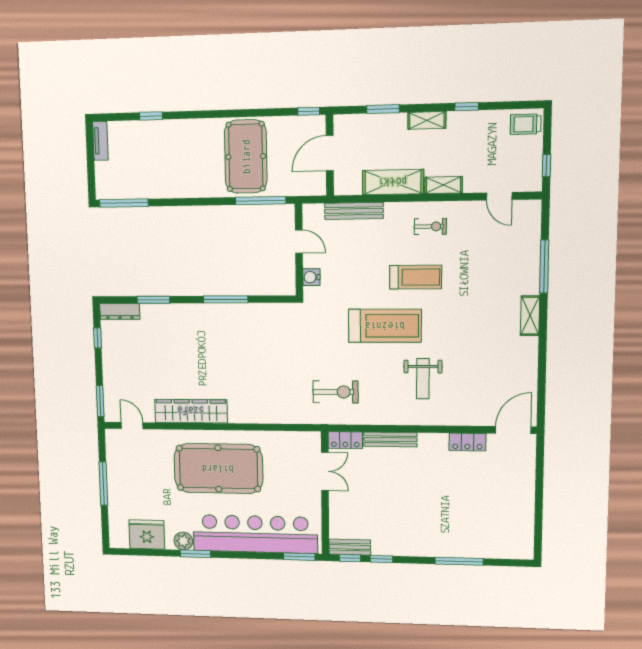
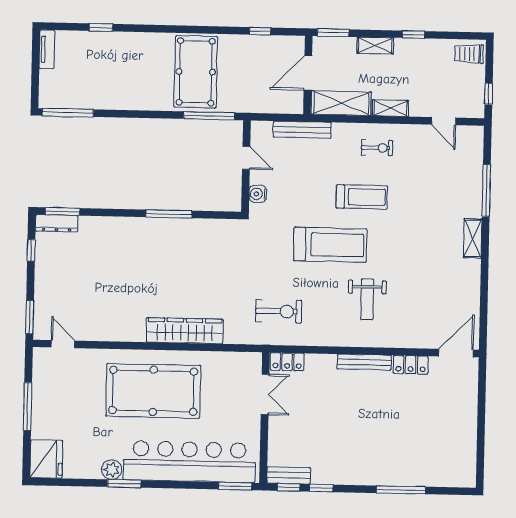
door: (330, 153) -> (308, 73), moved
wall: (330, 155) -> (308, 75), moved
window: (153, 300) -> (63, 211), moved
wardrobe: (191, 411) -> (185, 331), moved
bench: (390, 439) -> (364, 362), moved
fridge: (147, 534) -> (46, 459), moved, turned 90

